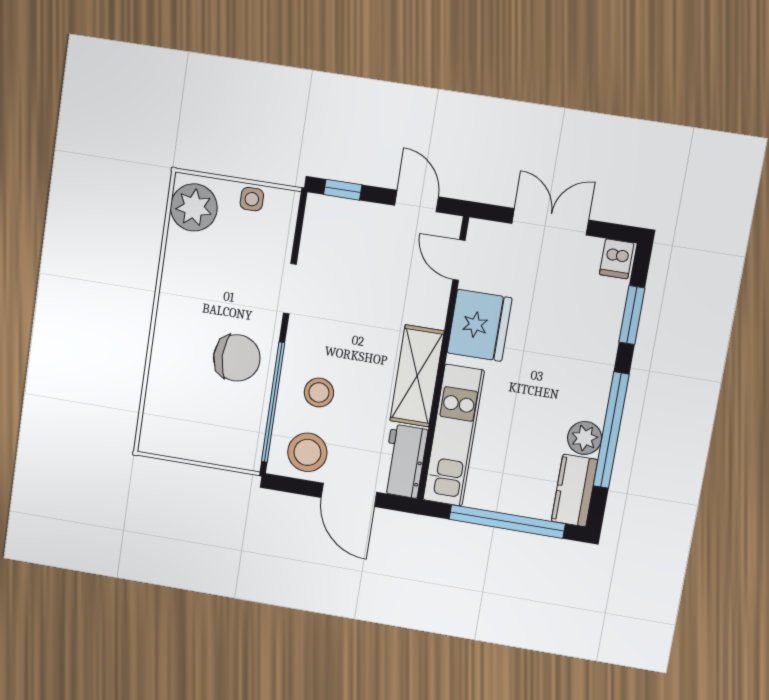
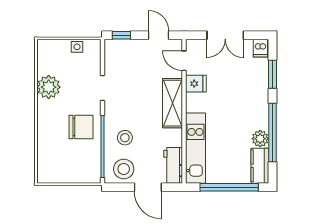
plant: (194, 207) -> (49, 87), moved
double door: (550, 222) -> (225, 35), swing flipped
fridge: (479, 325) -> (196, 84), width x0.53, depth x0.75
shelving: (417, 376) -> (173, 103), moved

